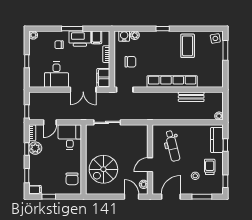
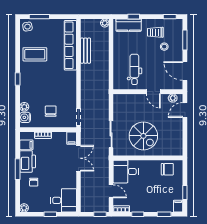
desk: (56, 75) -> (64, 200), moved
filing cabinet: (103, 78) -> (72, 138), width x0.50
row of seats: (172, 82) -> (70, 45), moved
dental chair: (172, 146) -> (134, 69), turned -76
plant: (35, 148) -> (137, 206), removed
spiral stairs: (103, 169) -> (143, 136), moved

